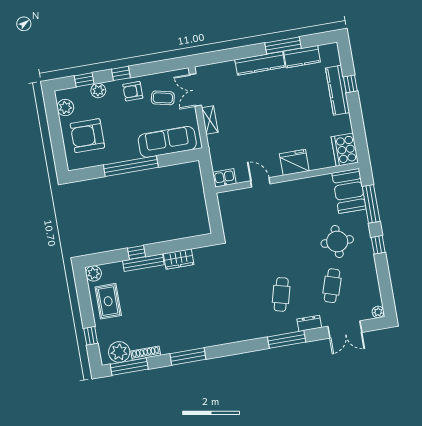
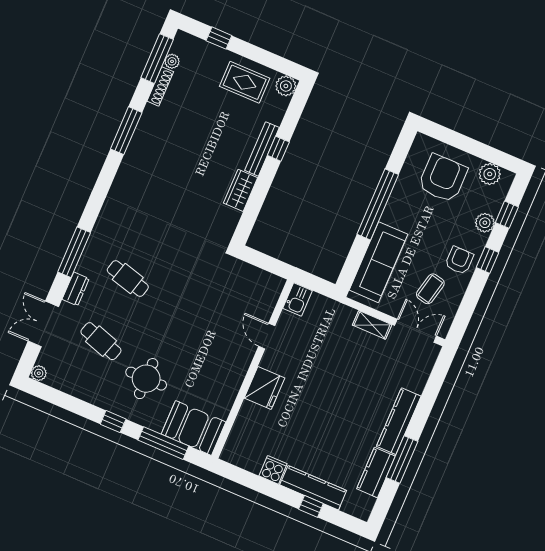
cooker: (345, 150) -> (273, 470), moved, width x0.53, depth x0.76
door: (260, 182) -> (267, 336), swing flipped
plant: (119, 352) -> (172, 61), width x0.53, depth x0.53

